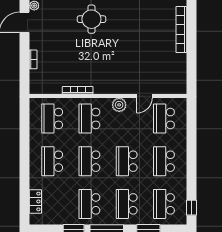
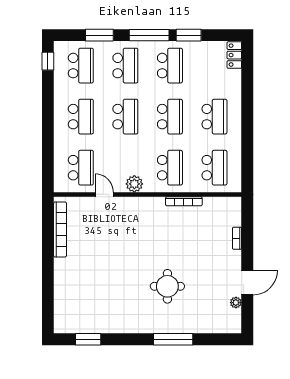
bookcase: (181, 30) -> (60, 229), moved
door: (144, 96) -> (104, 194), hinge flipped
locker: (35, 201) -> (234, 55), moved

